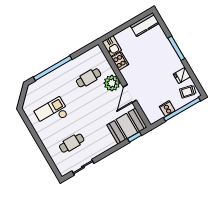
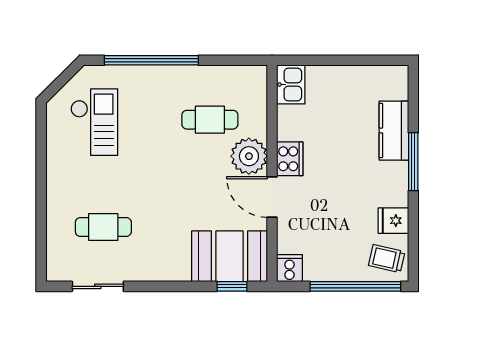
kitchen counter: (145, 24) -> (394, 131), moved, turned 90
cooker: (120, 61) -> (290, 159), moved
door: (130, 94) -> (272, 197), hinge flipped
cooker: (167, 109) -> (289, 268), moved
checkout: (52, 113) -> (94, 122), moved, turned 90

